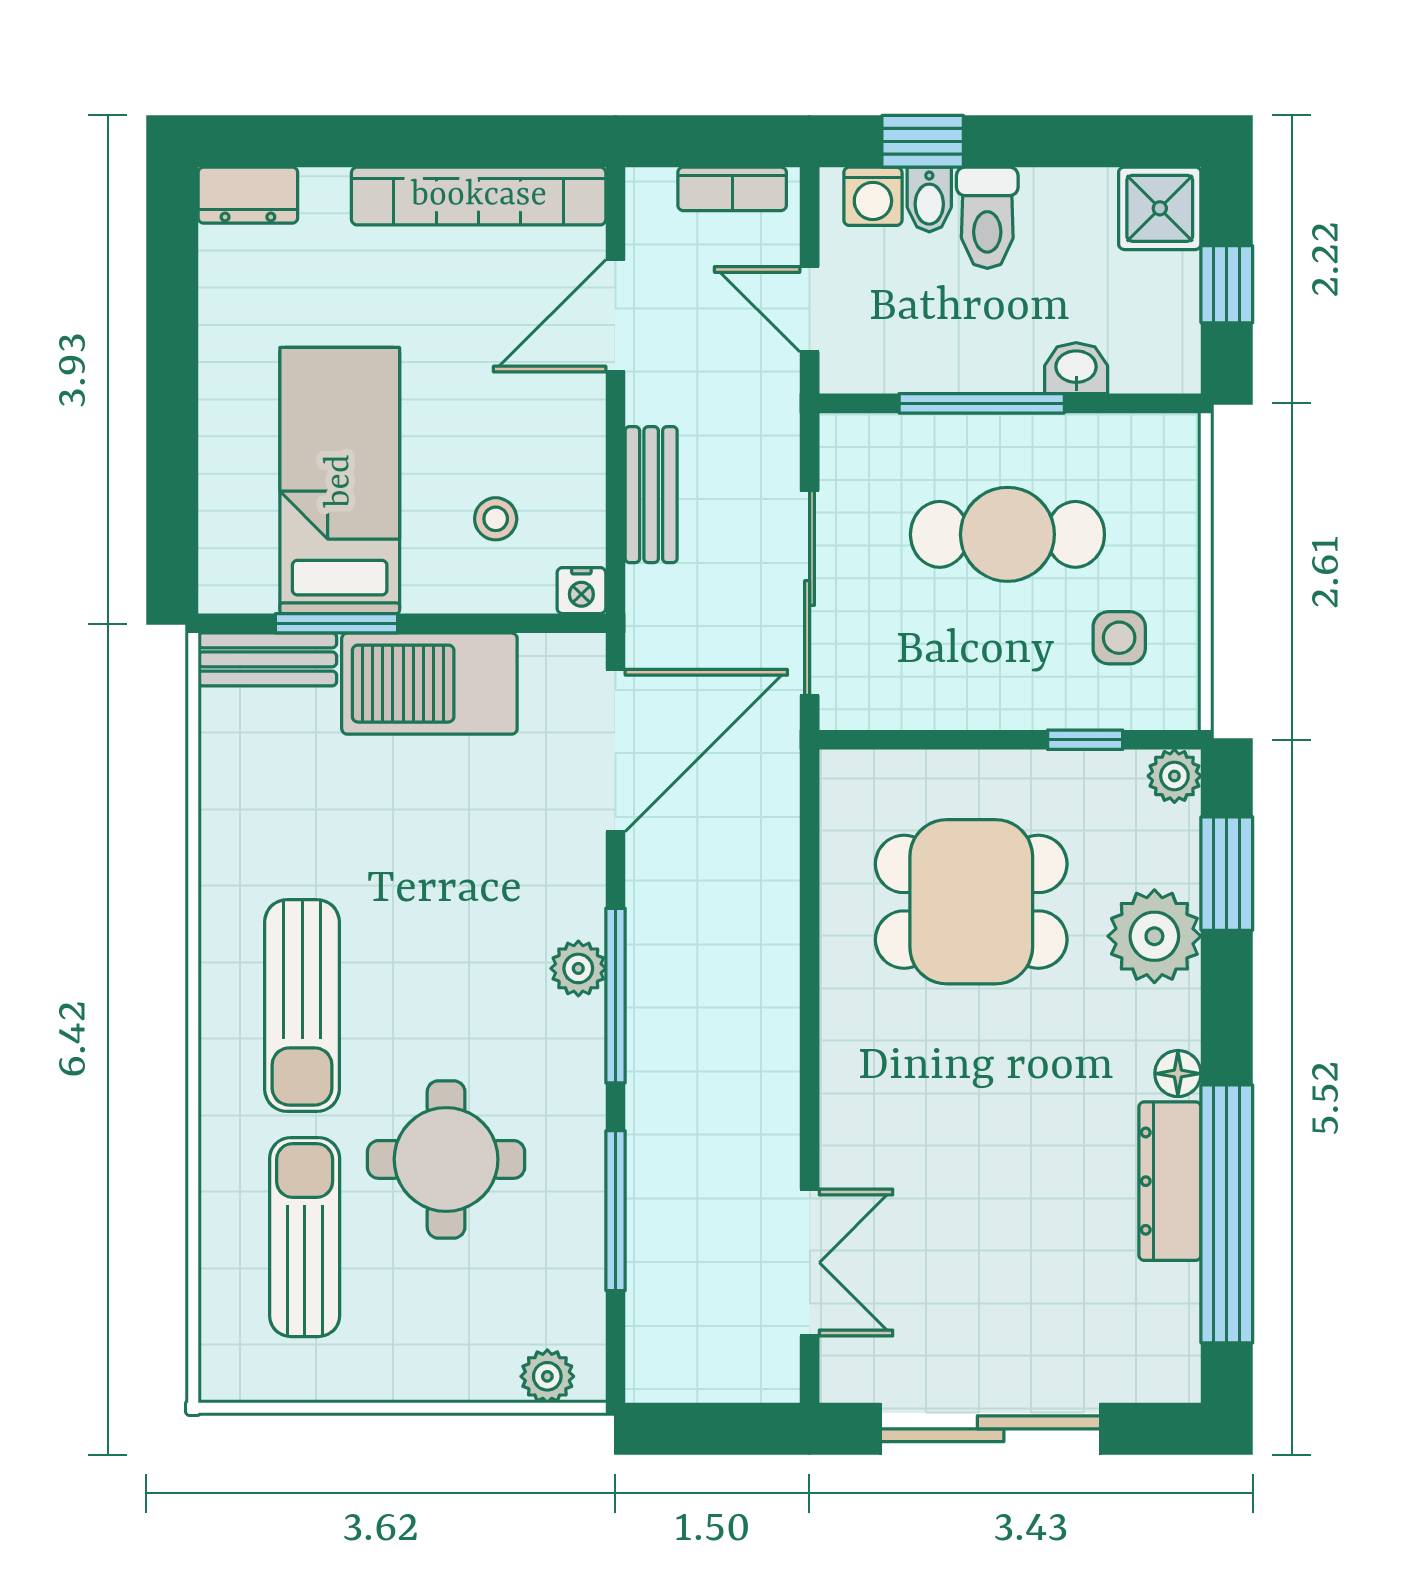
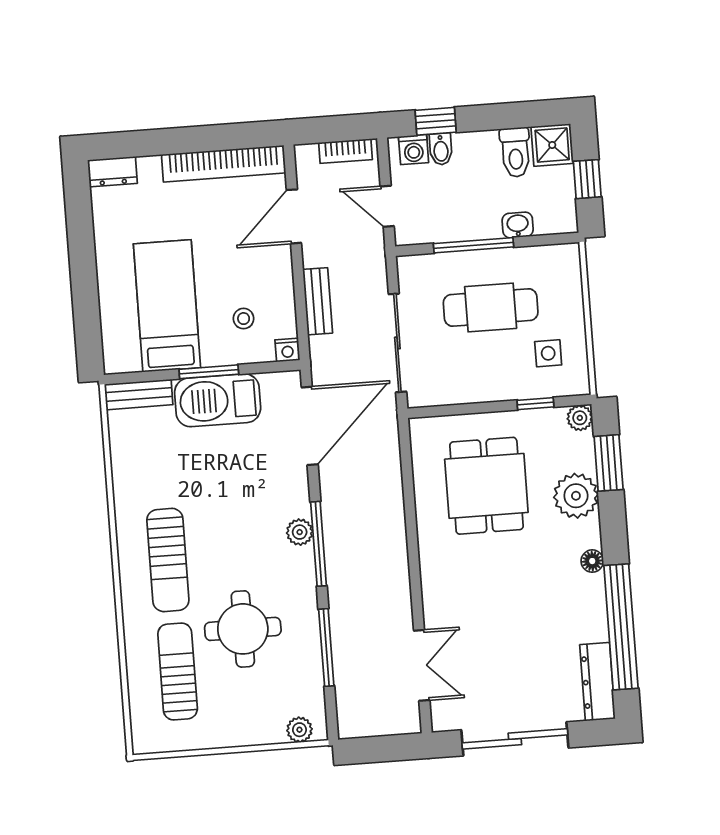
toilet: (987, 218) -> (515, 152), moved
window: (337, 623) -> (209, 372), moved
dining table: (971, 902) -> (486, 486), turned 90
dresser: (1170, 1181) -> (597, 682), moved

